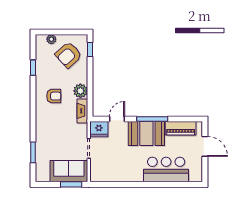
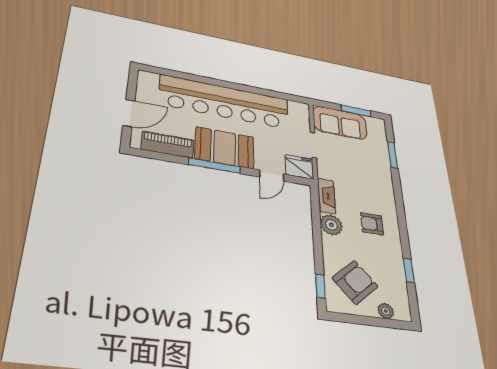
door: (205, 146) -> (129, 113), swing flipped
bar counter: (166, 170) -> (225, 102), width x1.86
window: (71, 184) -> (356, 111), moved

